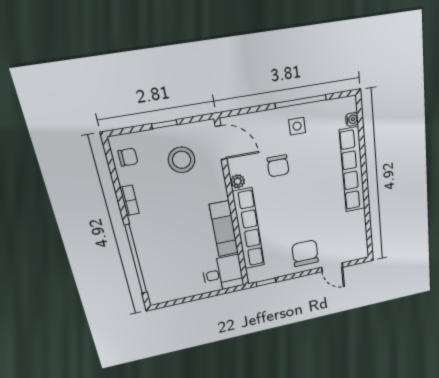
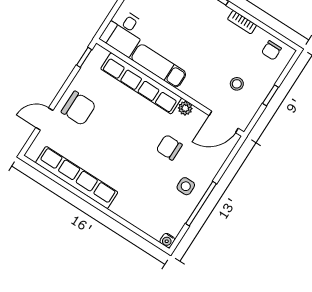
water cooler: (352, 119) -> (167, 240), moved
stool: (182, 160) -> (237, 84), width x0.53, depth x0.53
row of seats: (352, 170) -> (77, 177), moved

